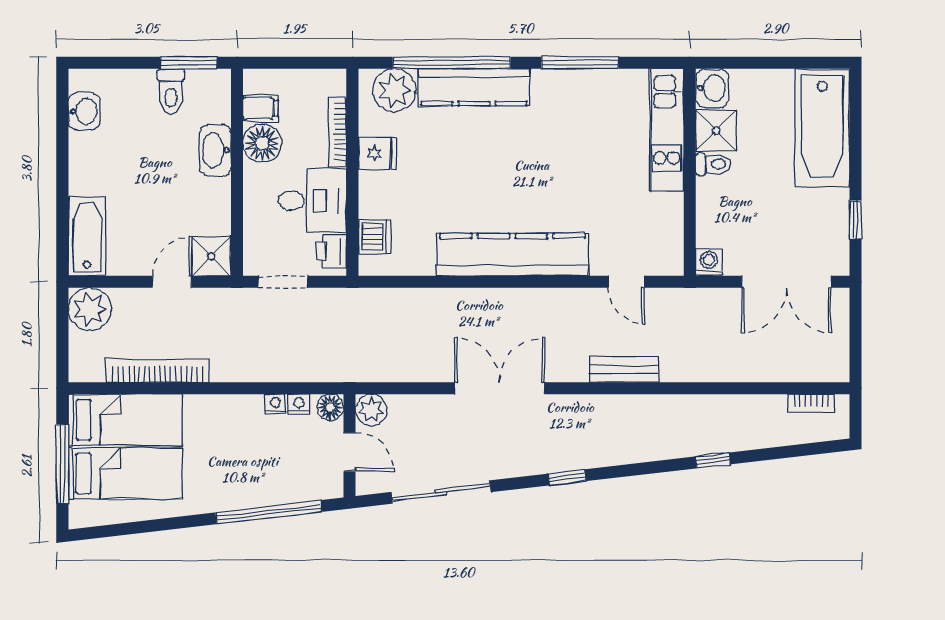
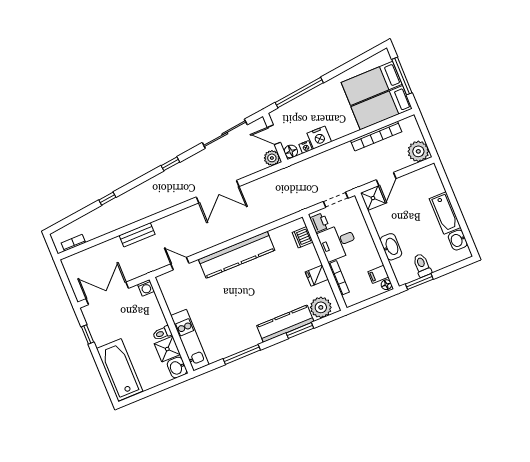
window: (452, 63) -> (300, 331), width x0.47
floor lamp: (262, 143) -> (386, 285), moved, width x0.53, depth x0.53
bathtub: (87, 236) -> (445, 213), moved
bench: (624, 369) -> (137, 235), moved
nightstand: (275, 404) -> (319, 137), width x1.89, depth x1.79

